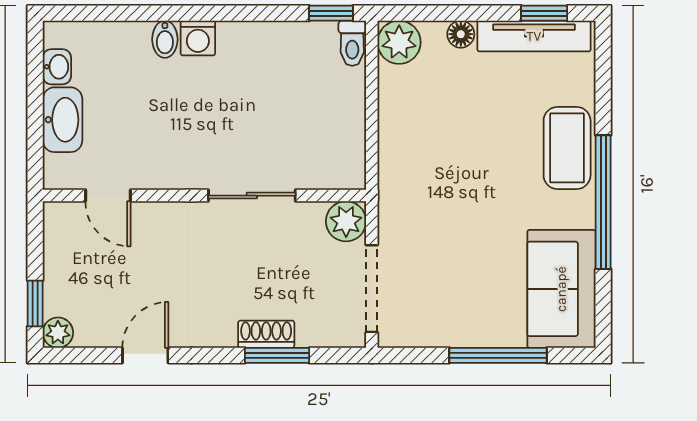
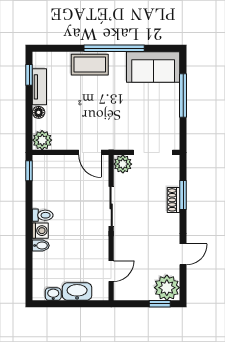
tv unit: (534, 36) -> (39, 87), width x0.71
toilet: (352, 43) -> (43, 215), moved
door: (372, 148) -> (90, 152), added
plant: (58, 333) -> (167, 288), width x1.87, depth x1.87
door: (145, 355) -> (183, 254), swing flipped

